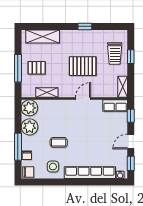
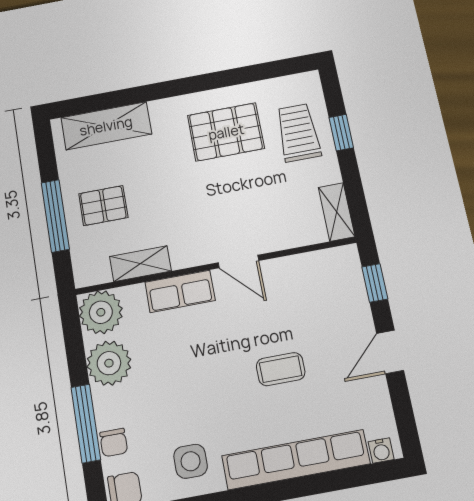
window: (85, 26) -> (209, 81), removed
trolley: (115, 54) -> (298, 133), turned 180
pallet: (83, 66) -> (226, 132), moved
door: (83, 99) -> (238, 262), swing flipped
row of seats: (115, 106) -> (180, 291), moved
coffee table: (59, 142) -> (281, 369), moved
window: (131, 163) -> (403, 413), removed

